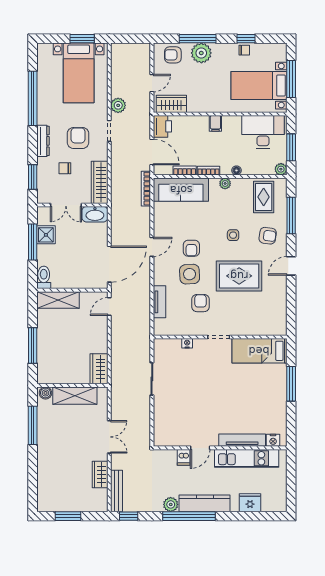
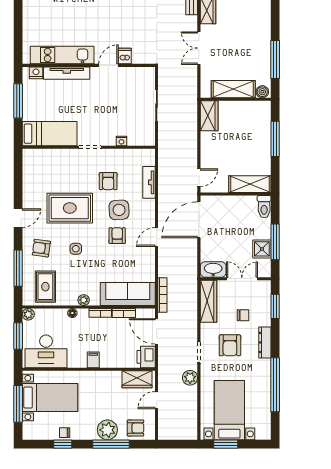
tv unit: (242, 440) -> (67, 73), moved
nightstand: (273, 440) -> (36, 73), moved
door: (200, 448) -> (109, 65), moved
wall: (220, 448) -> (89, 65), moved
dishwasher: (184, 457) -> (125, 56), moved
kitchen unit: (247, 458) -> (62, 55), moved

